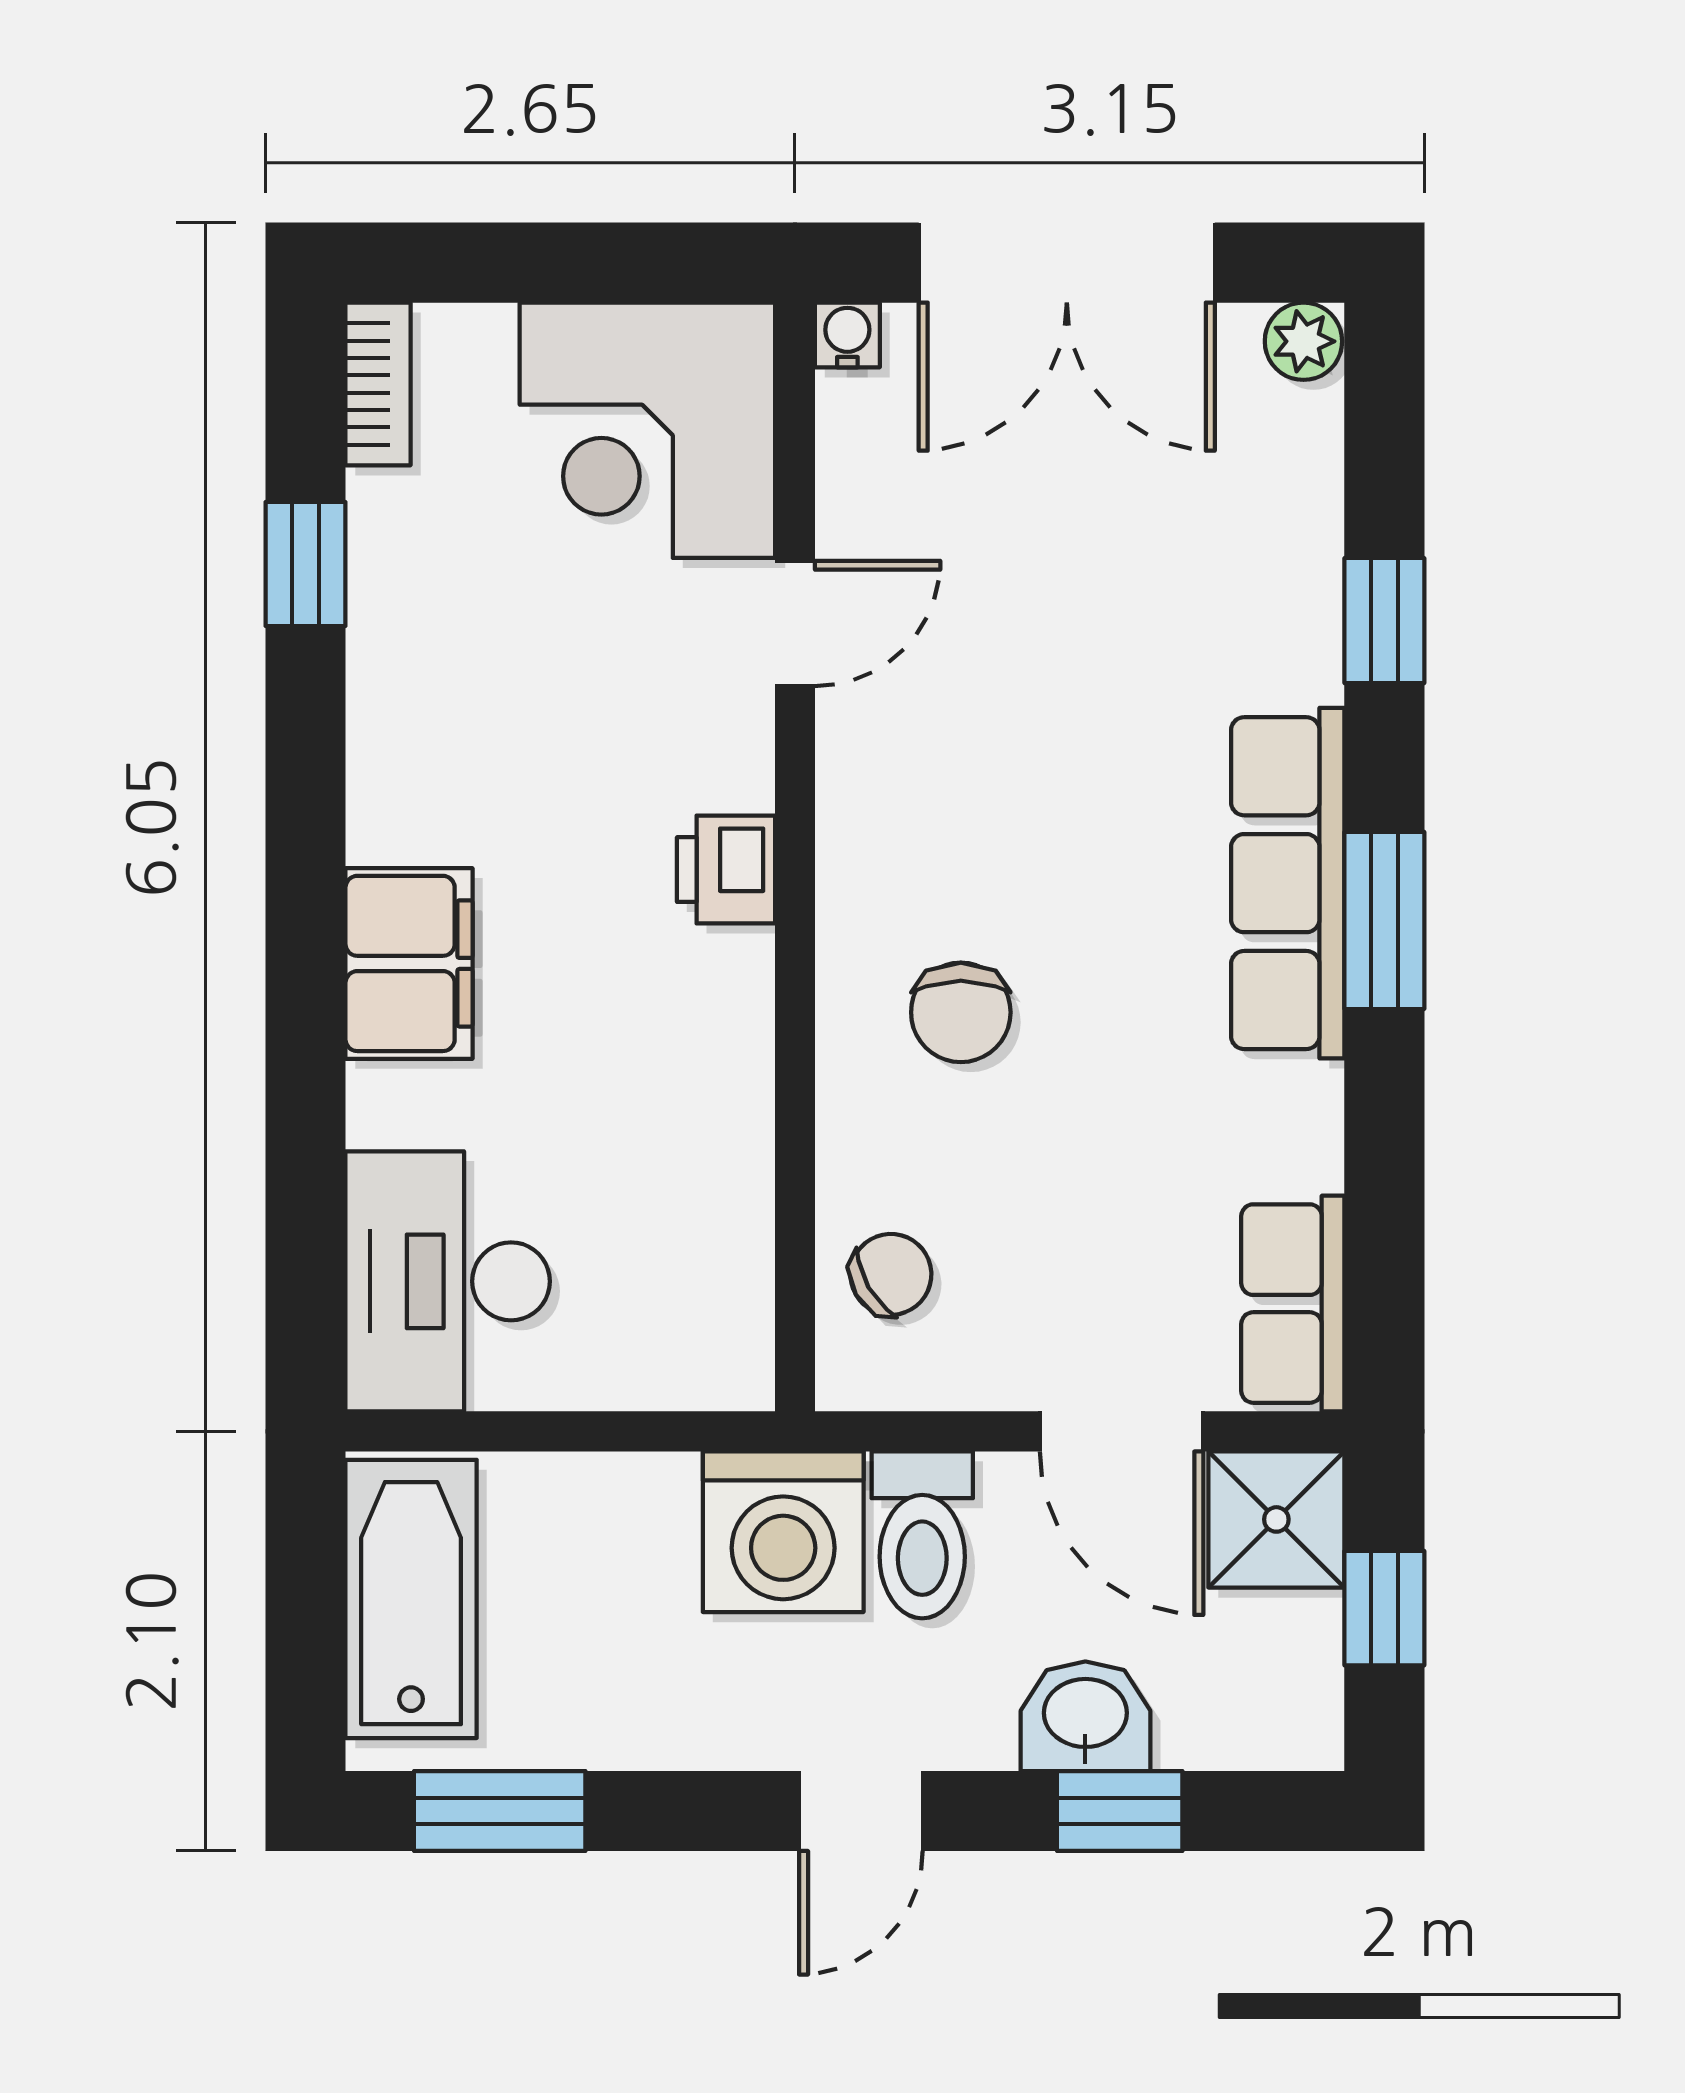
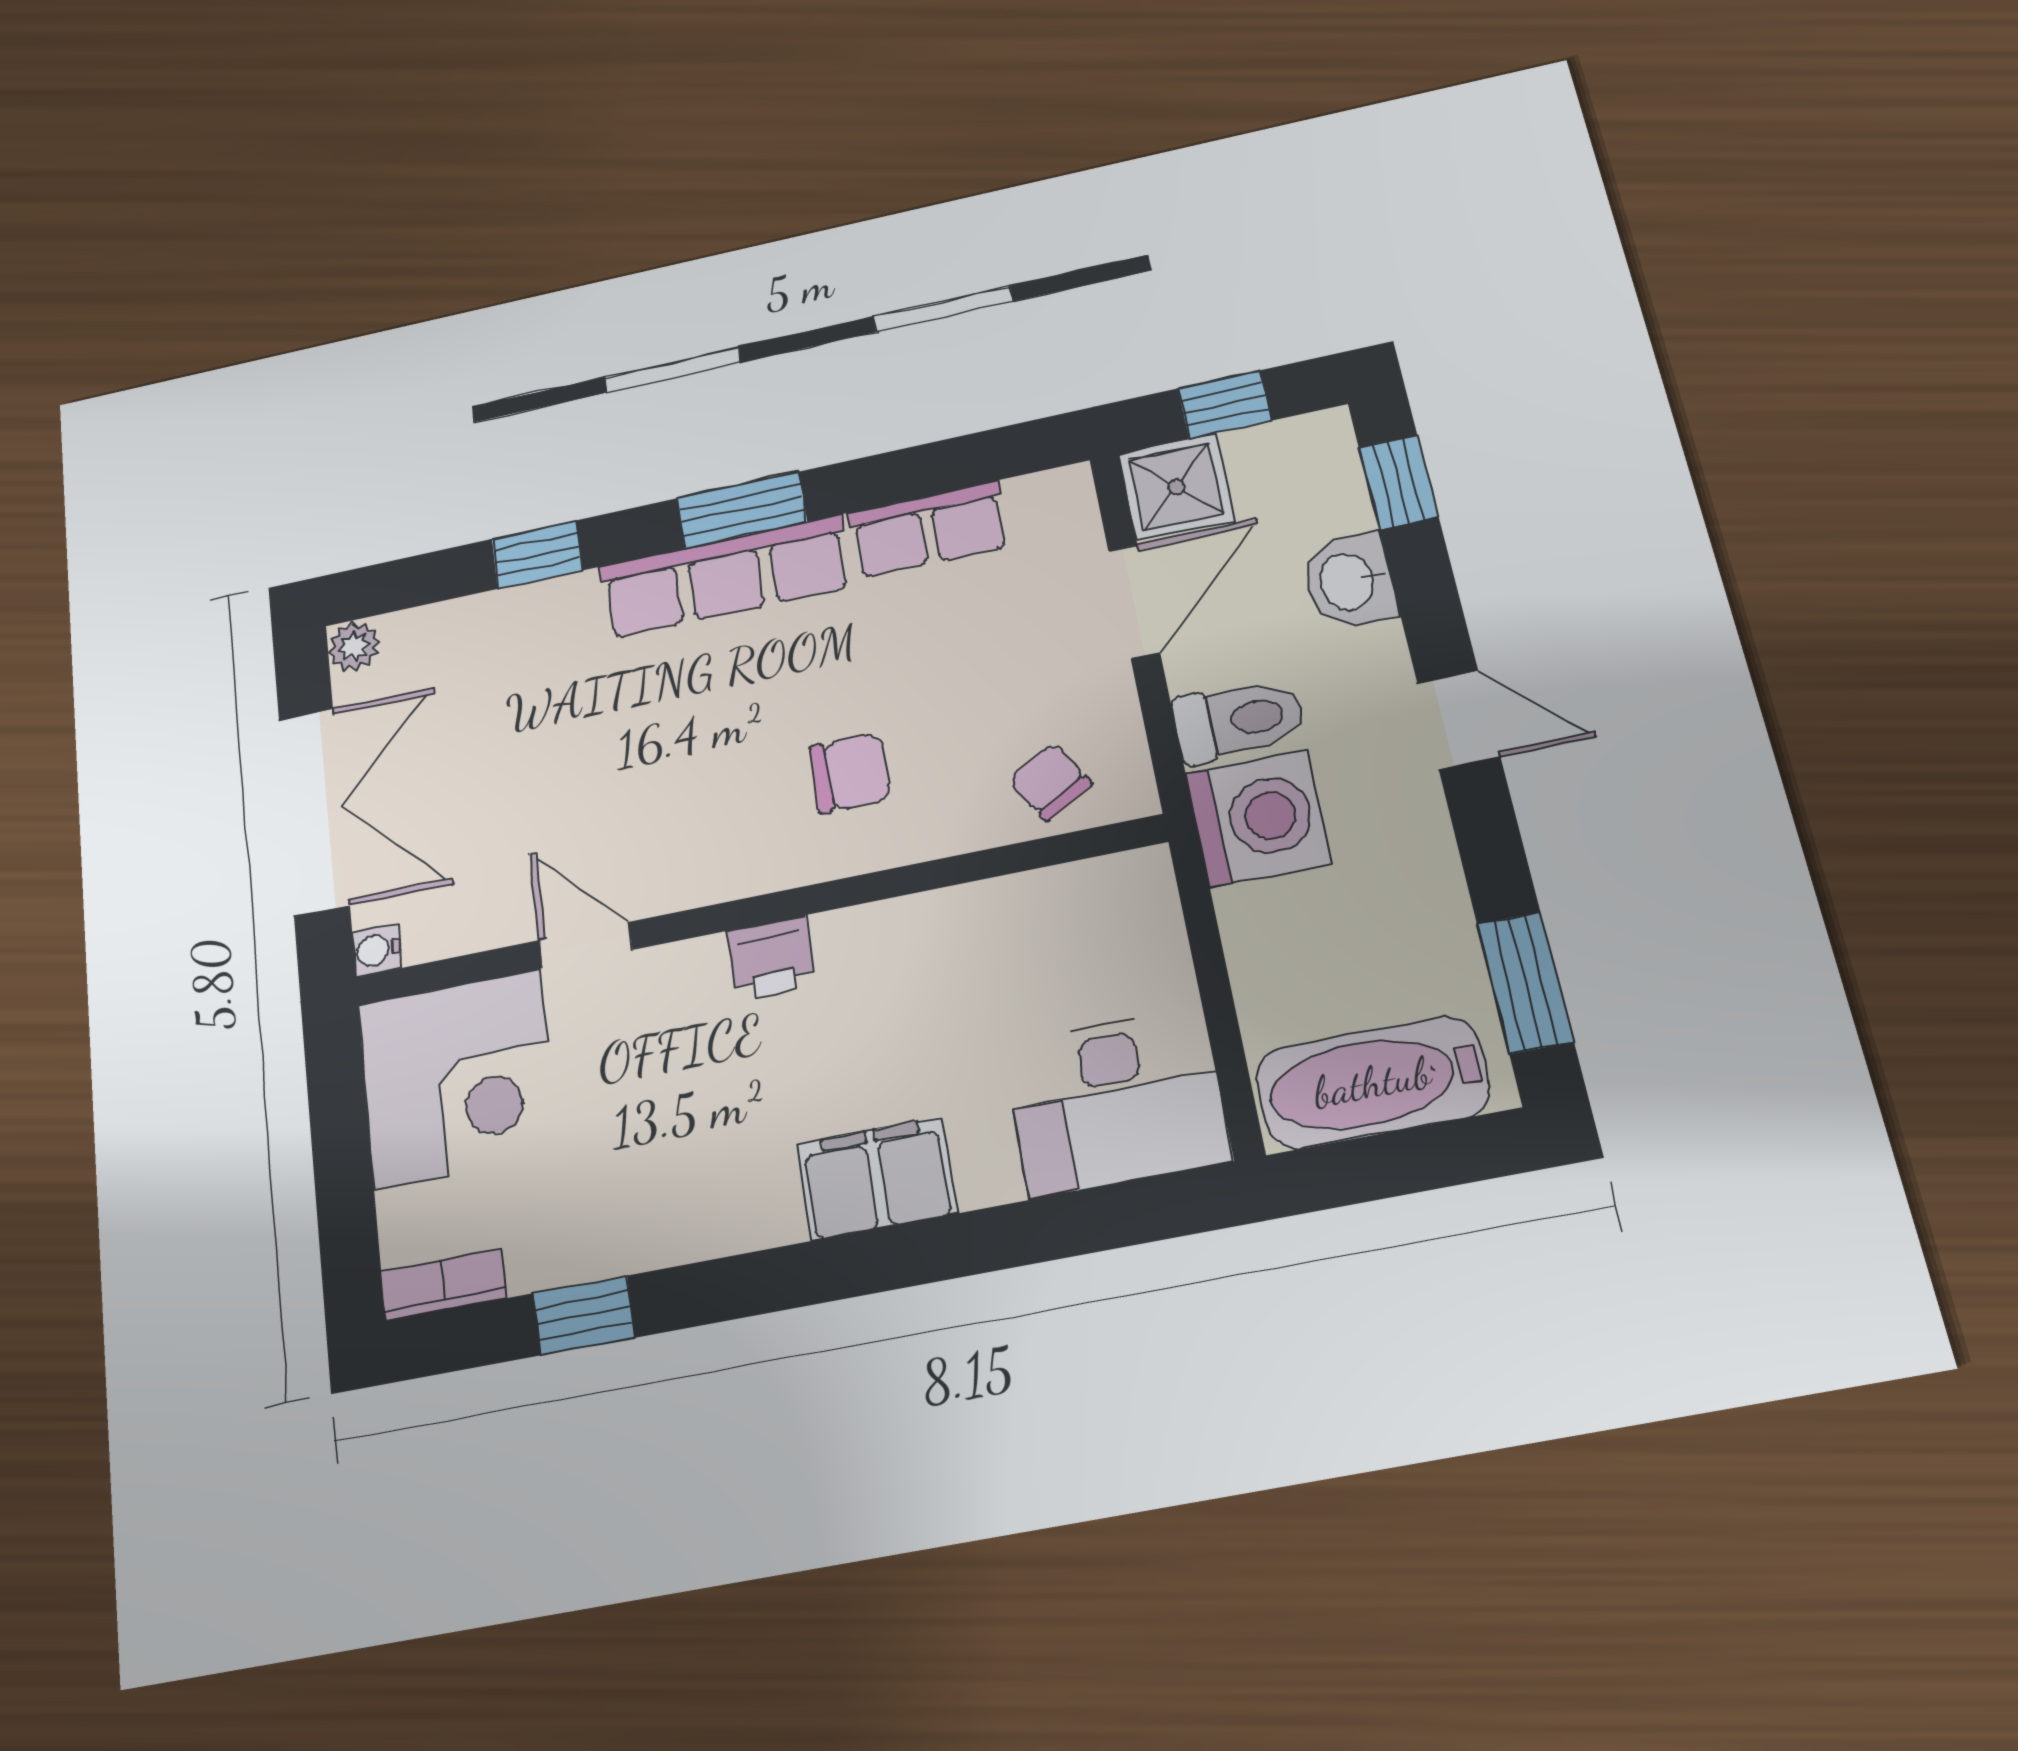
row of seats: (1293, 1304) -> (928, 529), moved
window: (1120, 1811) -> (1398, 482), moved

